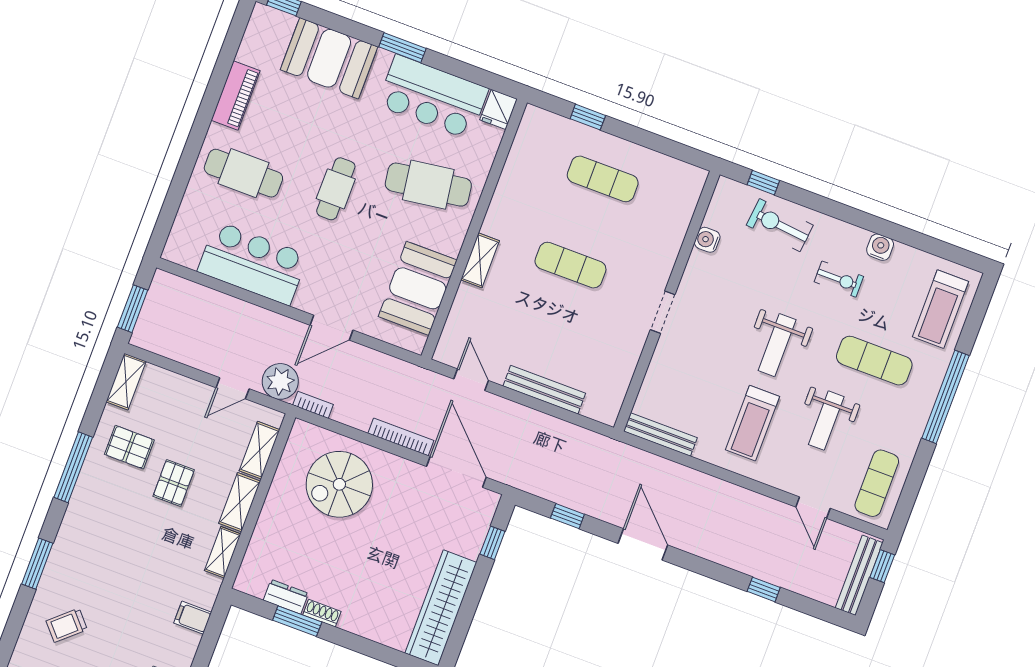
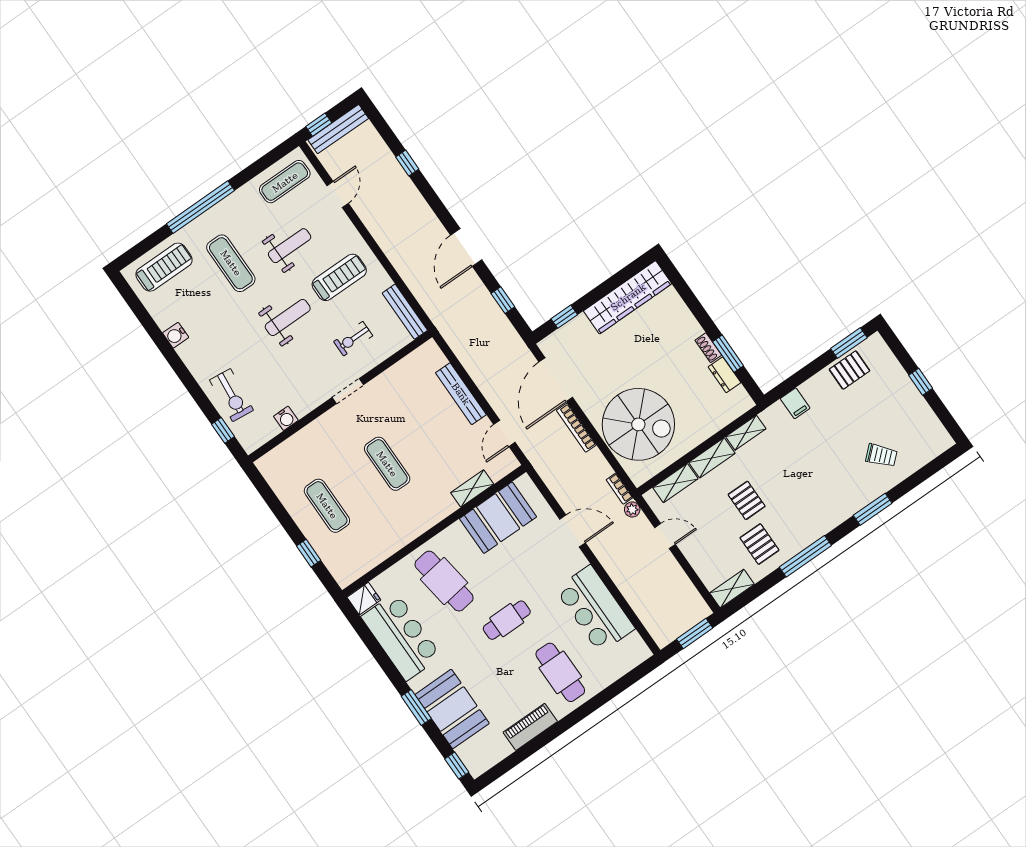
window: (402, 48) -> (416, 707), moved
shelving: (480, 260) -> (472, 488), moved
exercise bike: (839, 279) -> (353, 339), moved, turned -90
plant: (280, 381) -> (632, 509), width x0.53, depth x0.53
pallet: (174, 483) -> (747, 500), turned 90
spiral stairs: (339, 484) -> (638, 424), width x1.37, depth x1.37

